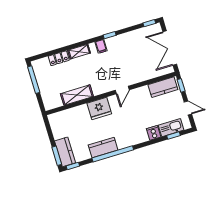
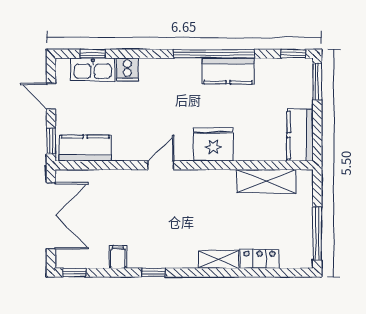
filing cabinet: (101, 46) -> (118, 257), moved
shelving: (77, 95) -> (266, 181), moved
kitchen counter: (65, 152) -> (300, 135), moved

